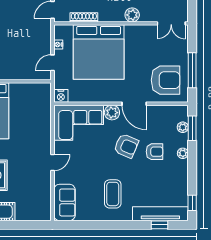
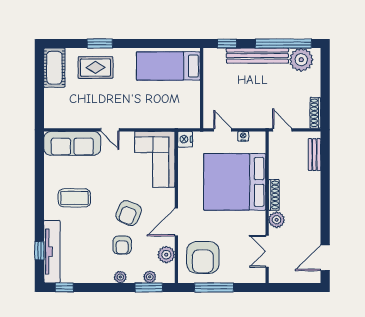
shoe rack: (84, 17) -> (274, 195), moved
double door: (171, 23) -> (267, 251), moved
plant: (112, 113) -> (166, 255), moved
sofa: (64, 202) -> (72, 143), width x1.36

